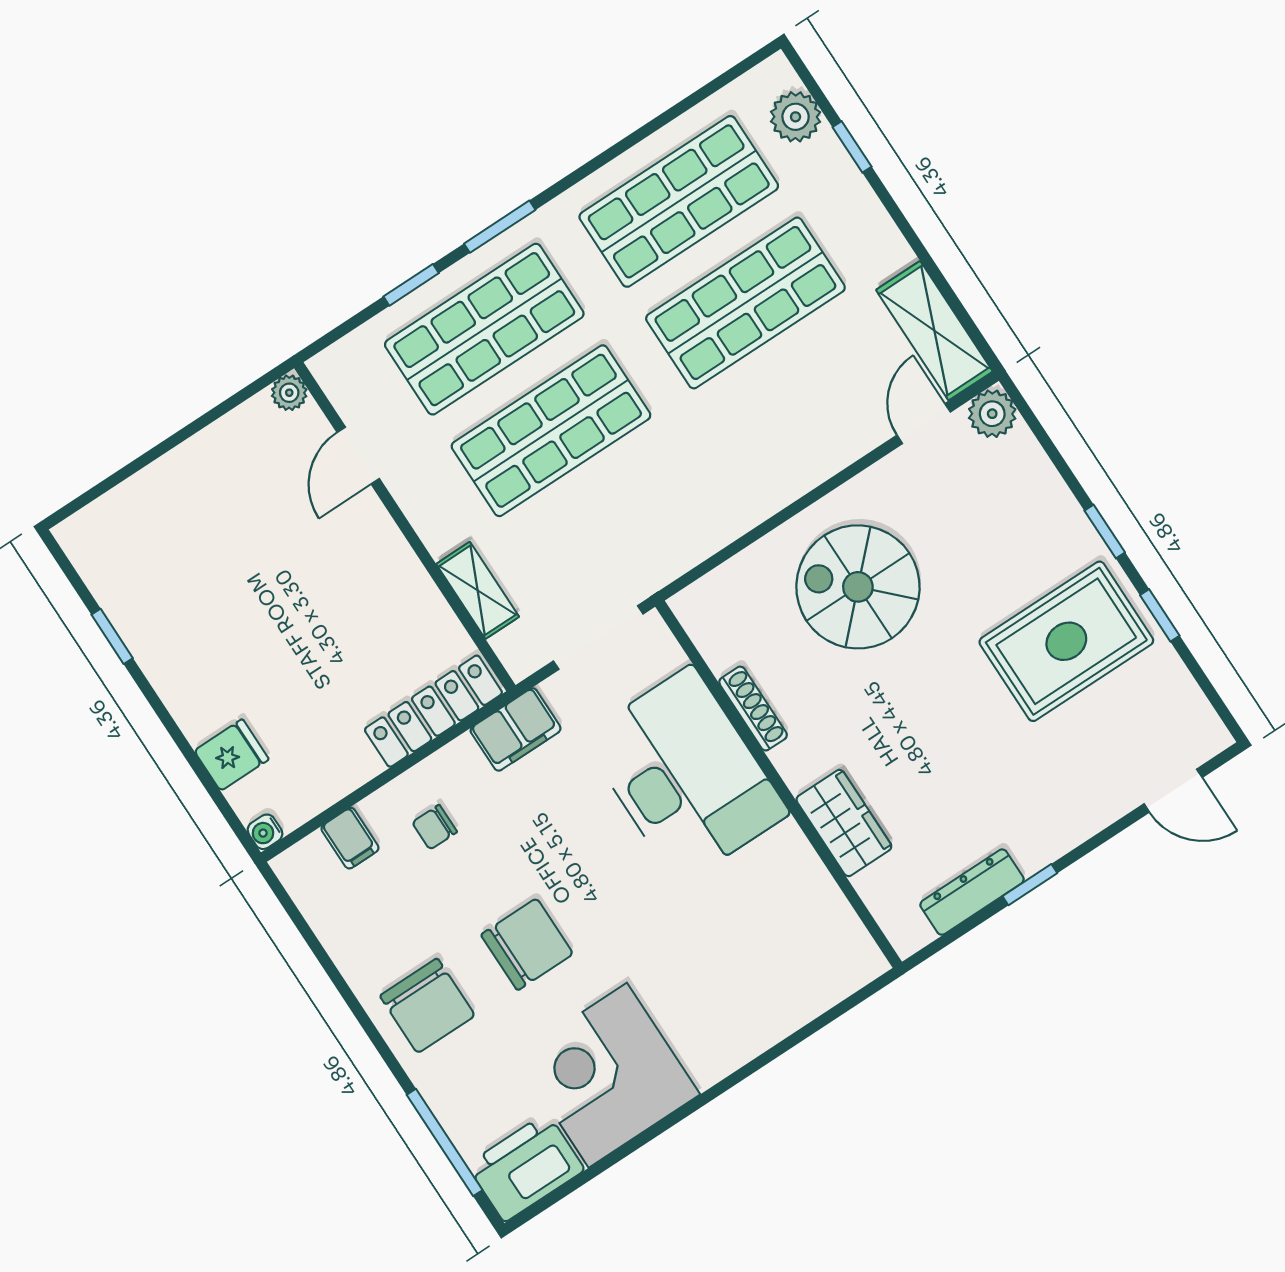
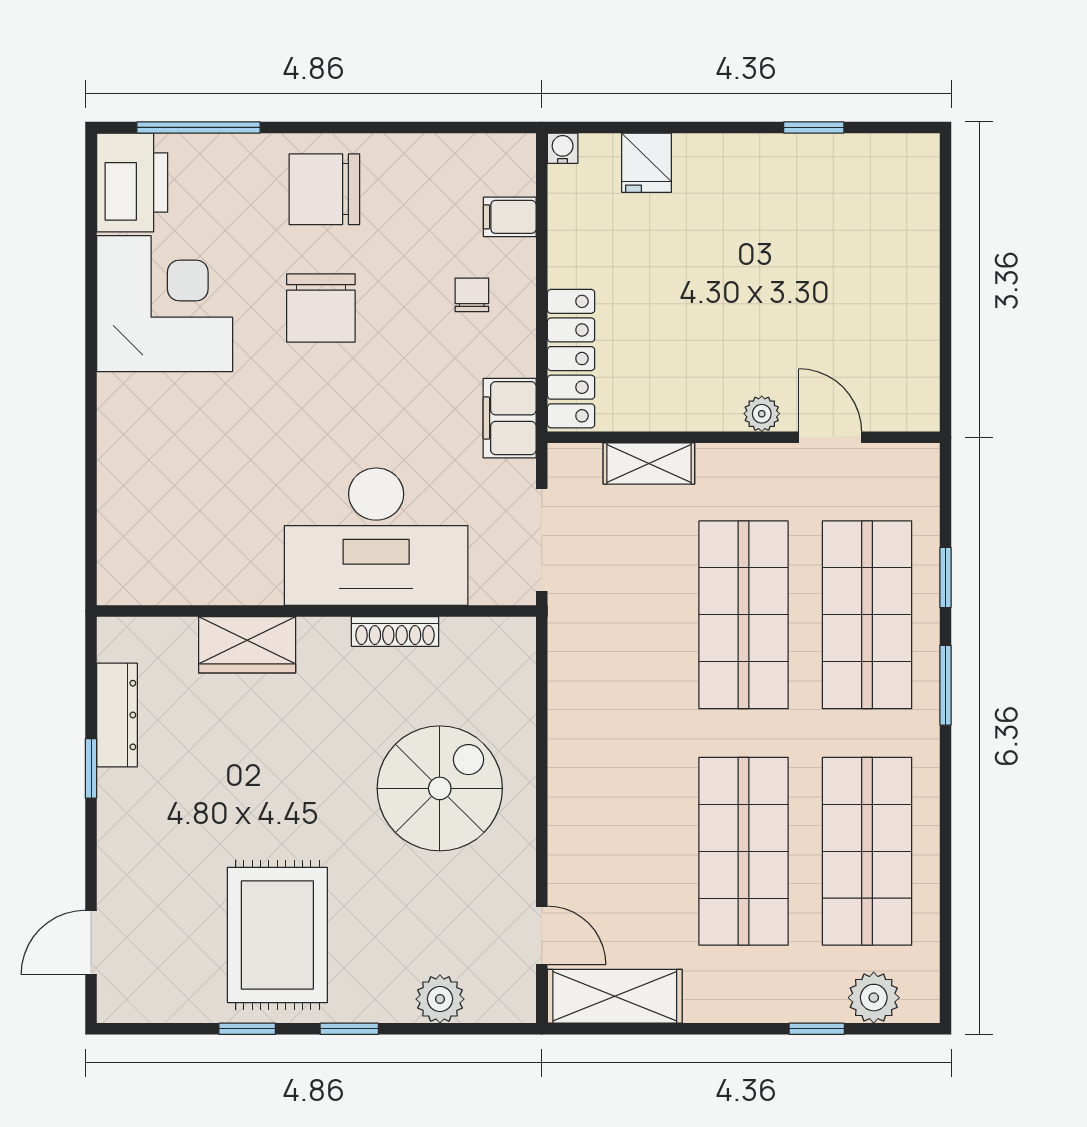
plant: (289, 393) -> (762, 414), moved
plant: (992, 414) -> (440, 999), moved

